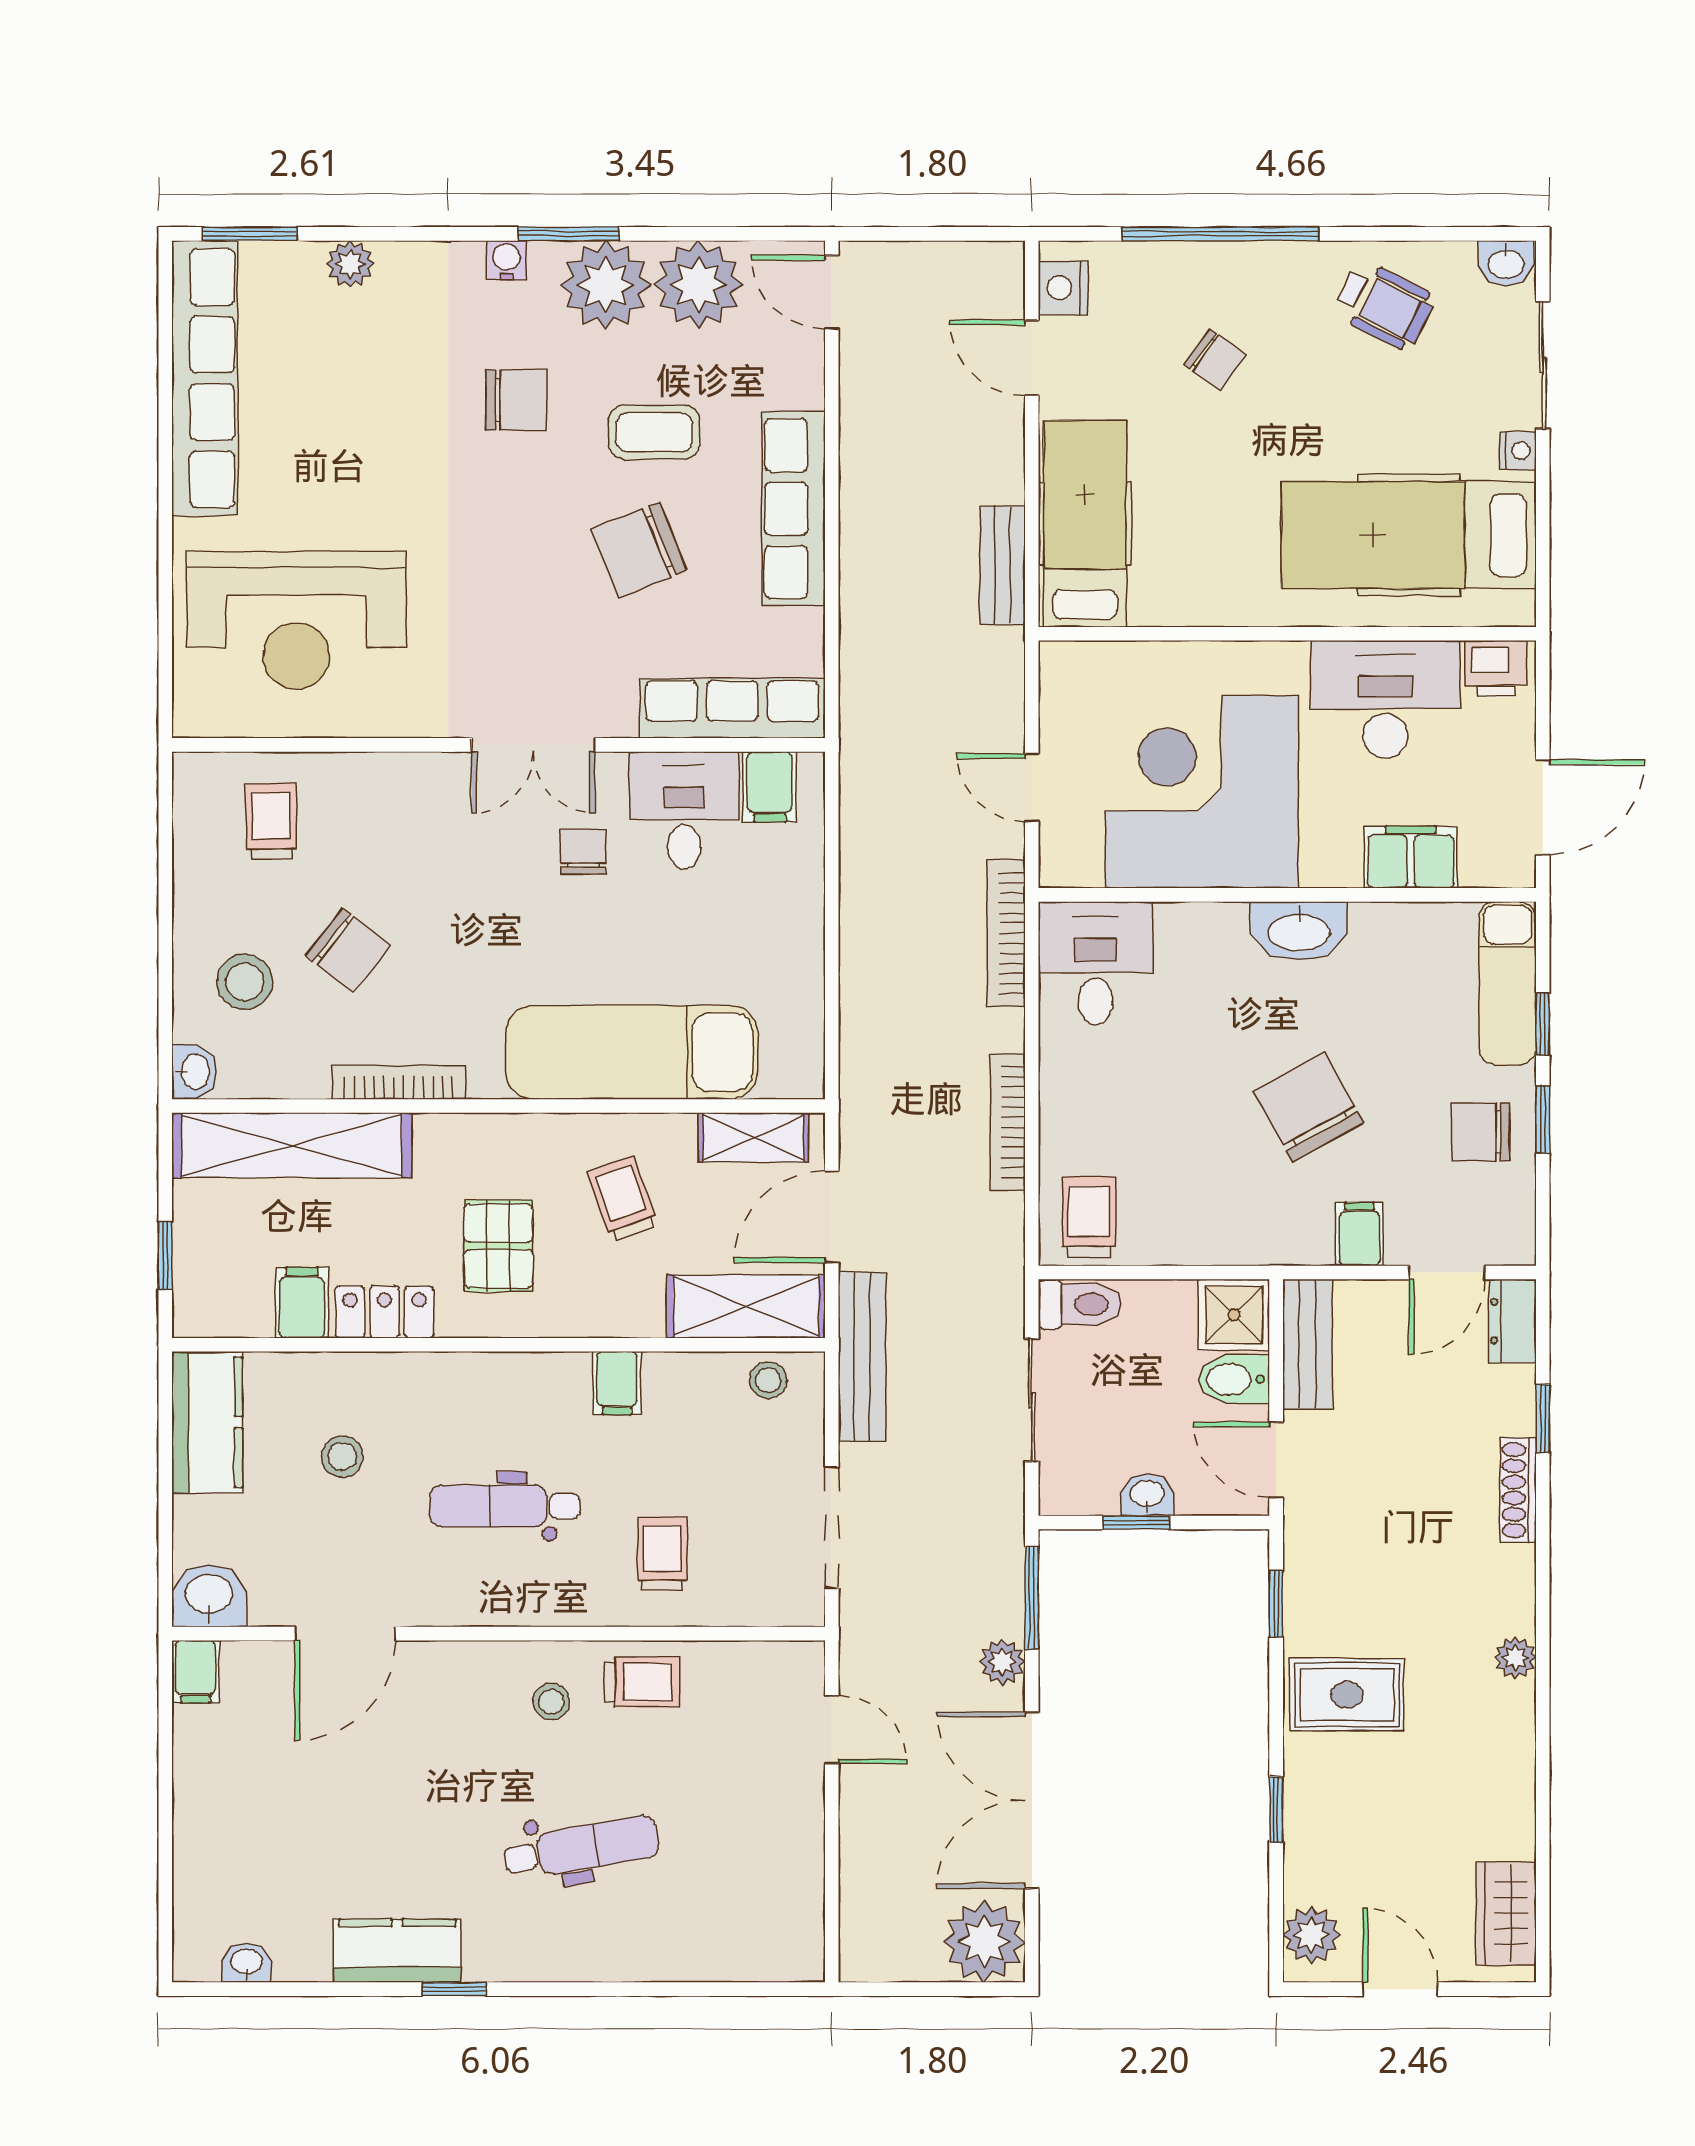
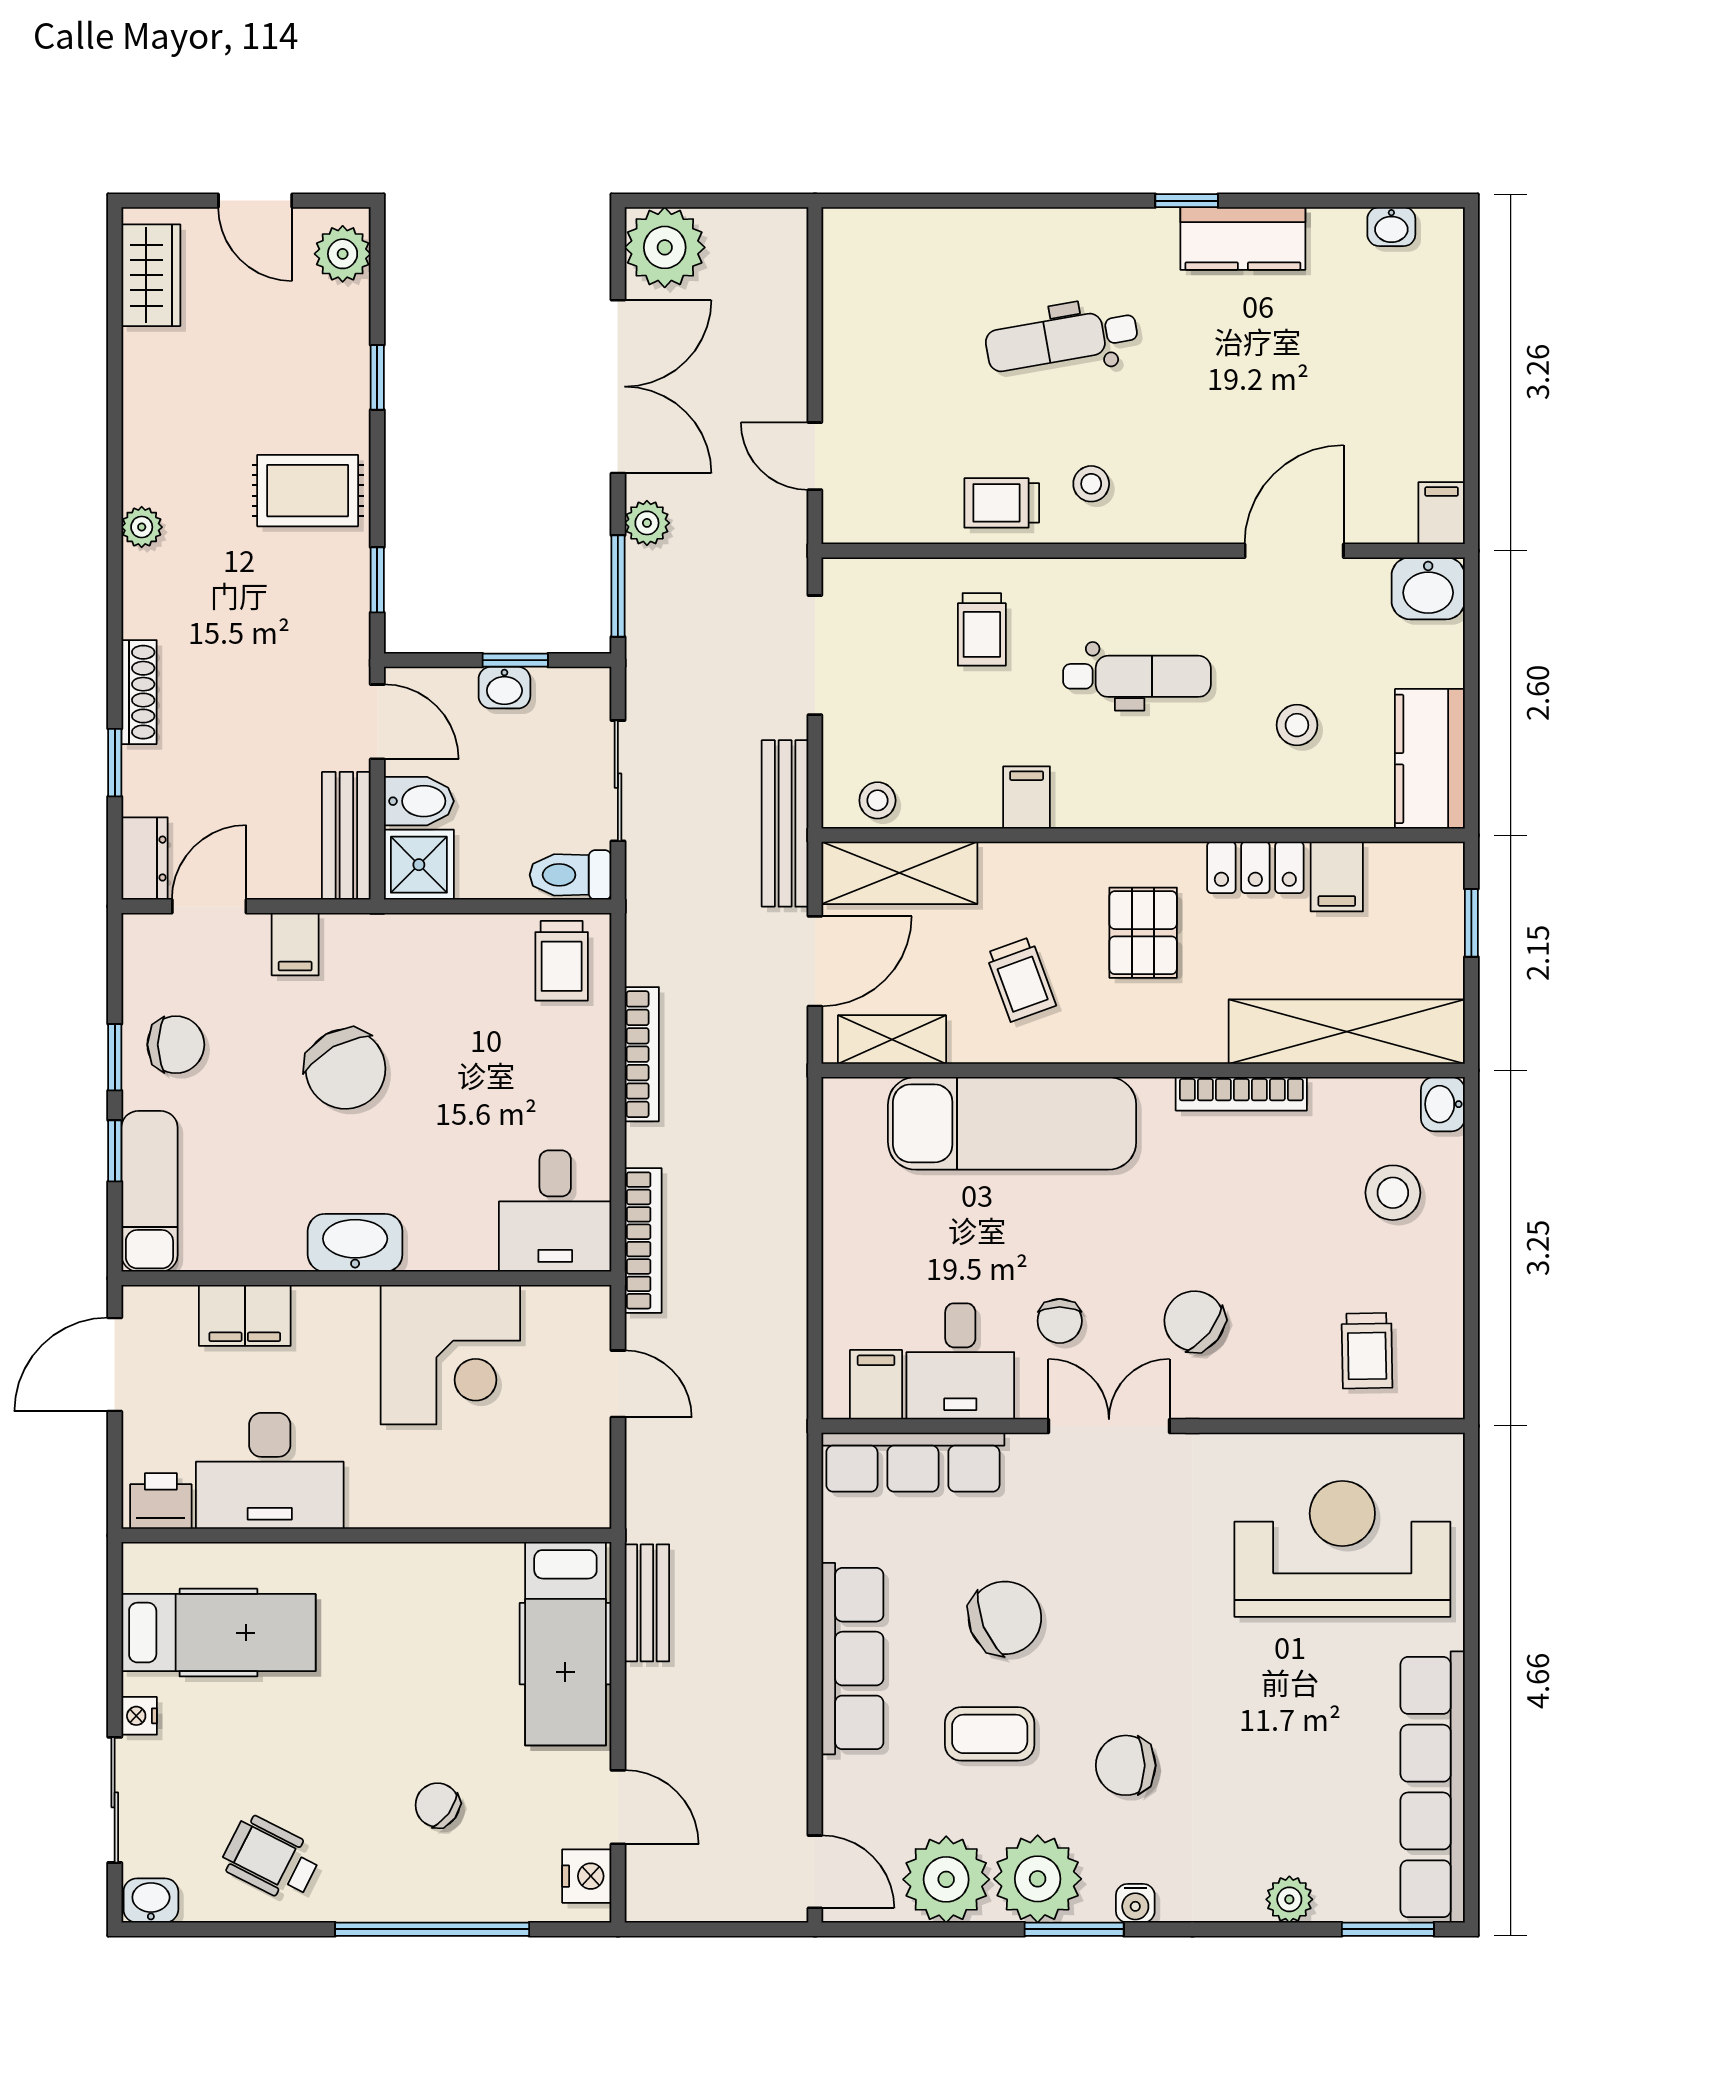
hospital bed: (1409, 535) -> (218, 1633), width x0.73, depth x0.78
corner desk: (1202, 792) -> (450, 1355), width x0.74, depth x0.74
chair: (348, 951) -> (1194, 1321), moved

